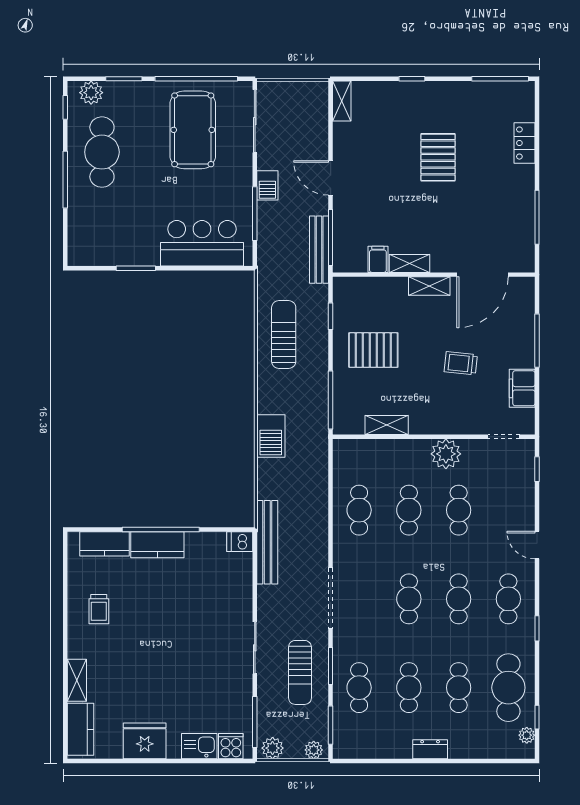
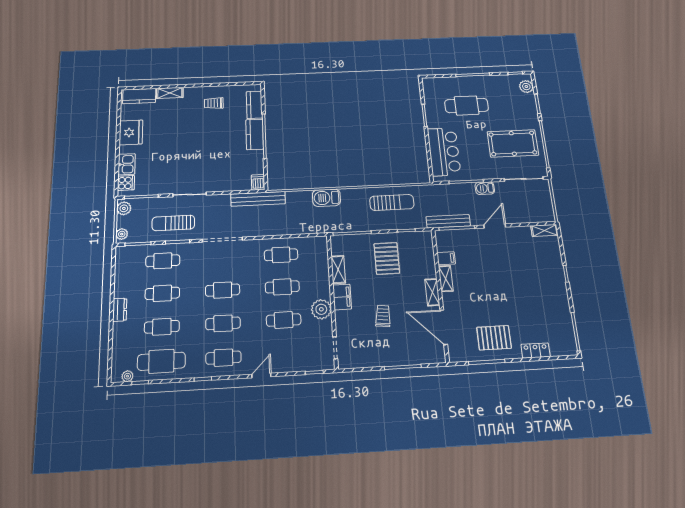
cafe table: (102, 152) -> (467, 105), moved
pallet: (438, 157) -> (494, 338), moved
filing cabinet: (522, 388) -> (342, 297), moved, turned 90

